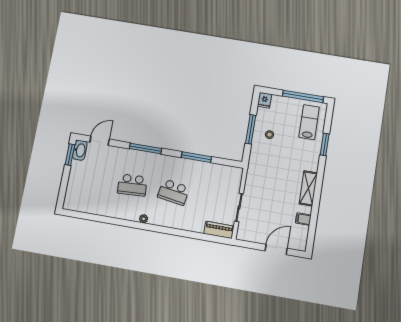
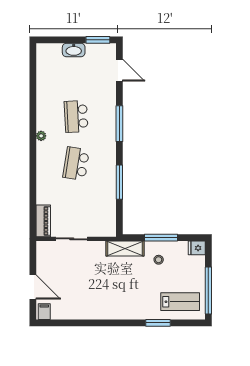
washbasin: (80, 150) -> (74, 50), moved
shelving: (308, 188) -> (125, 248), moved
filing cabinet: (303, 219) -> (44, 312), moved

